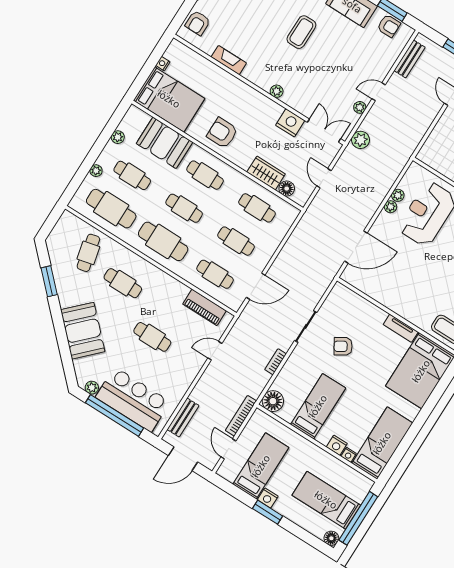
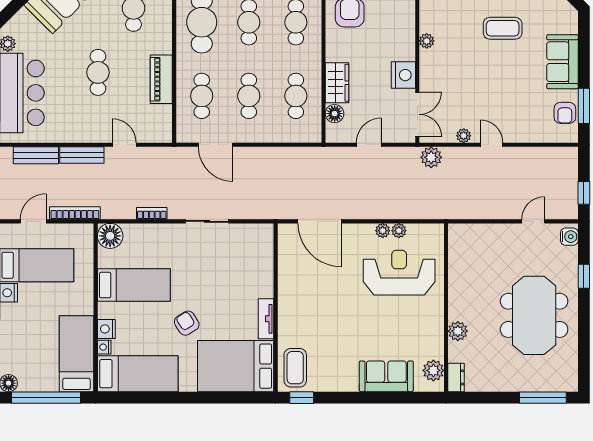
bench: (410, 59) -> (82, 155), moved
piano: (205, 307) -> (161, 79), moved
armchair: (343, 346) -> (187, 323), moved
bed: (326, 500) -> (77, 354), moved

